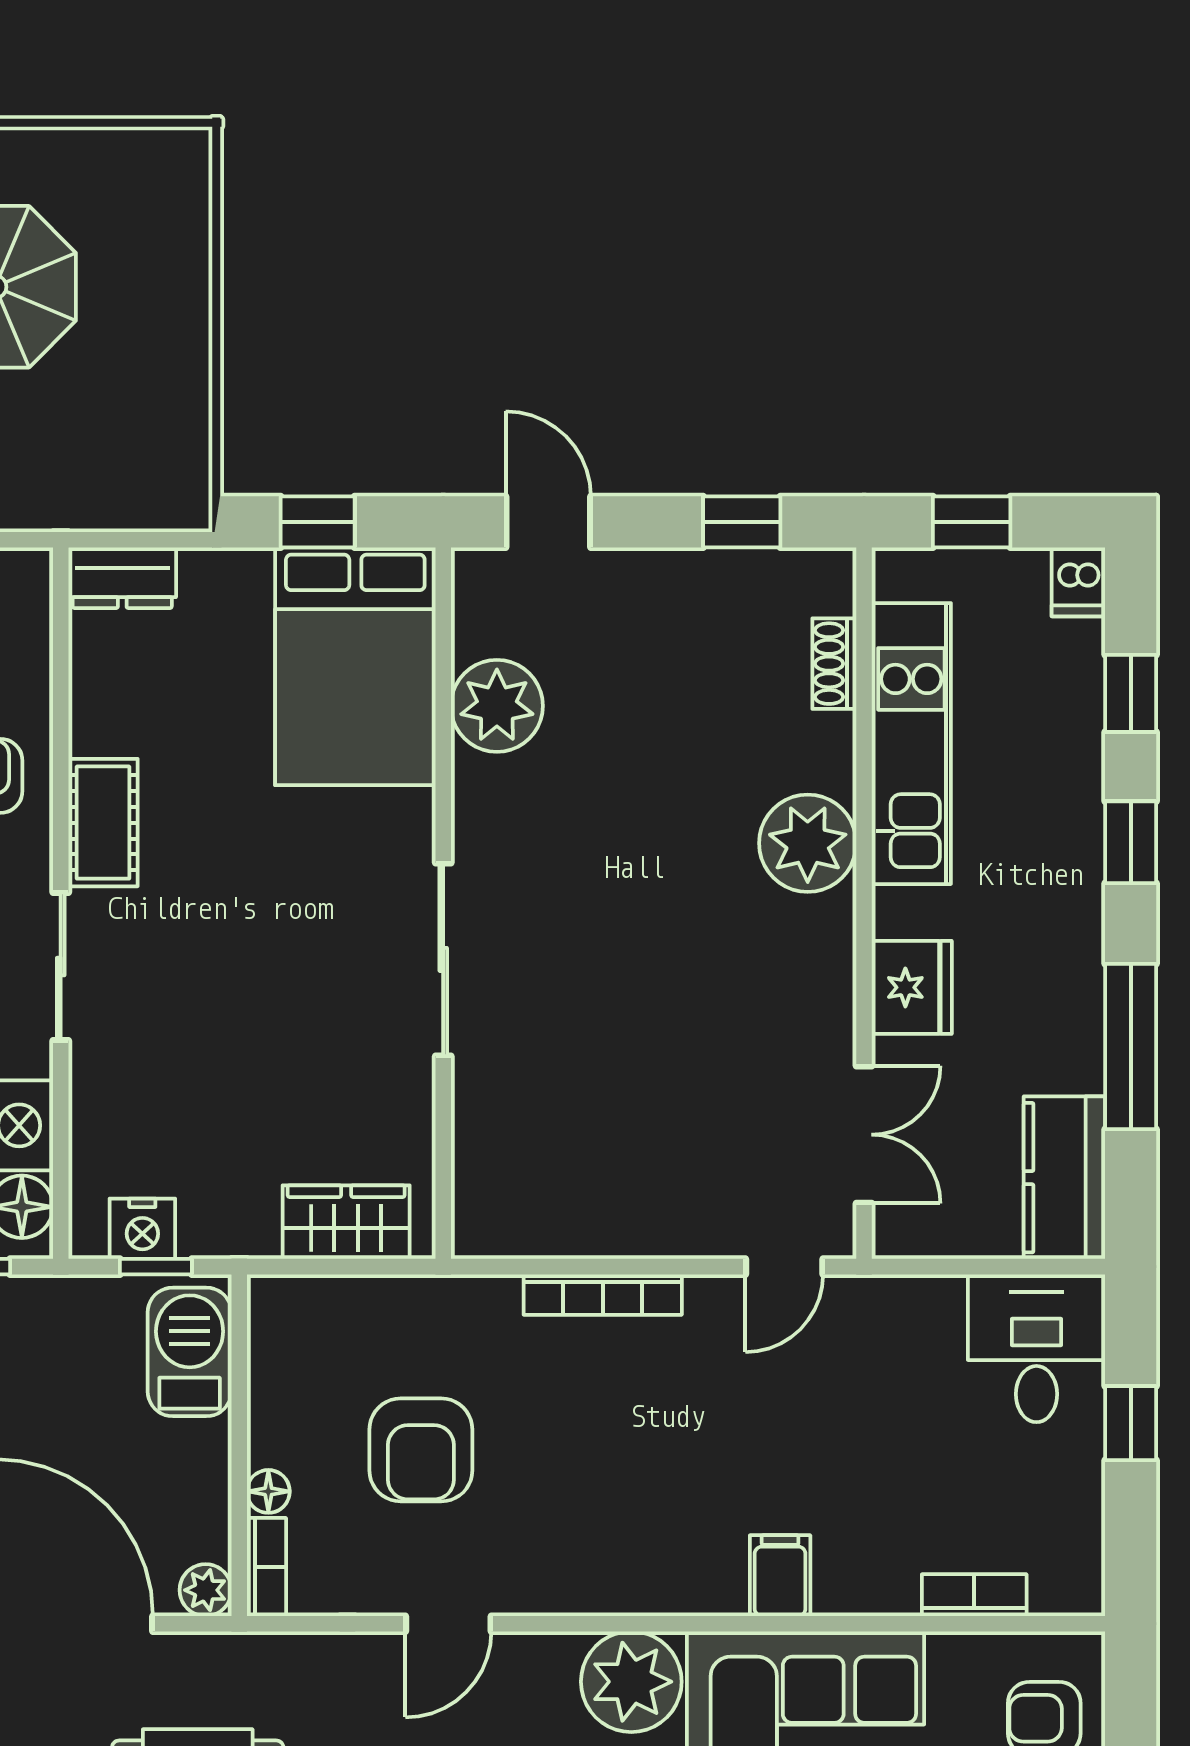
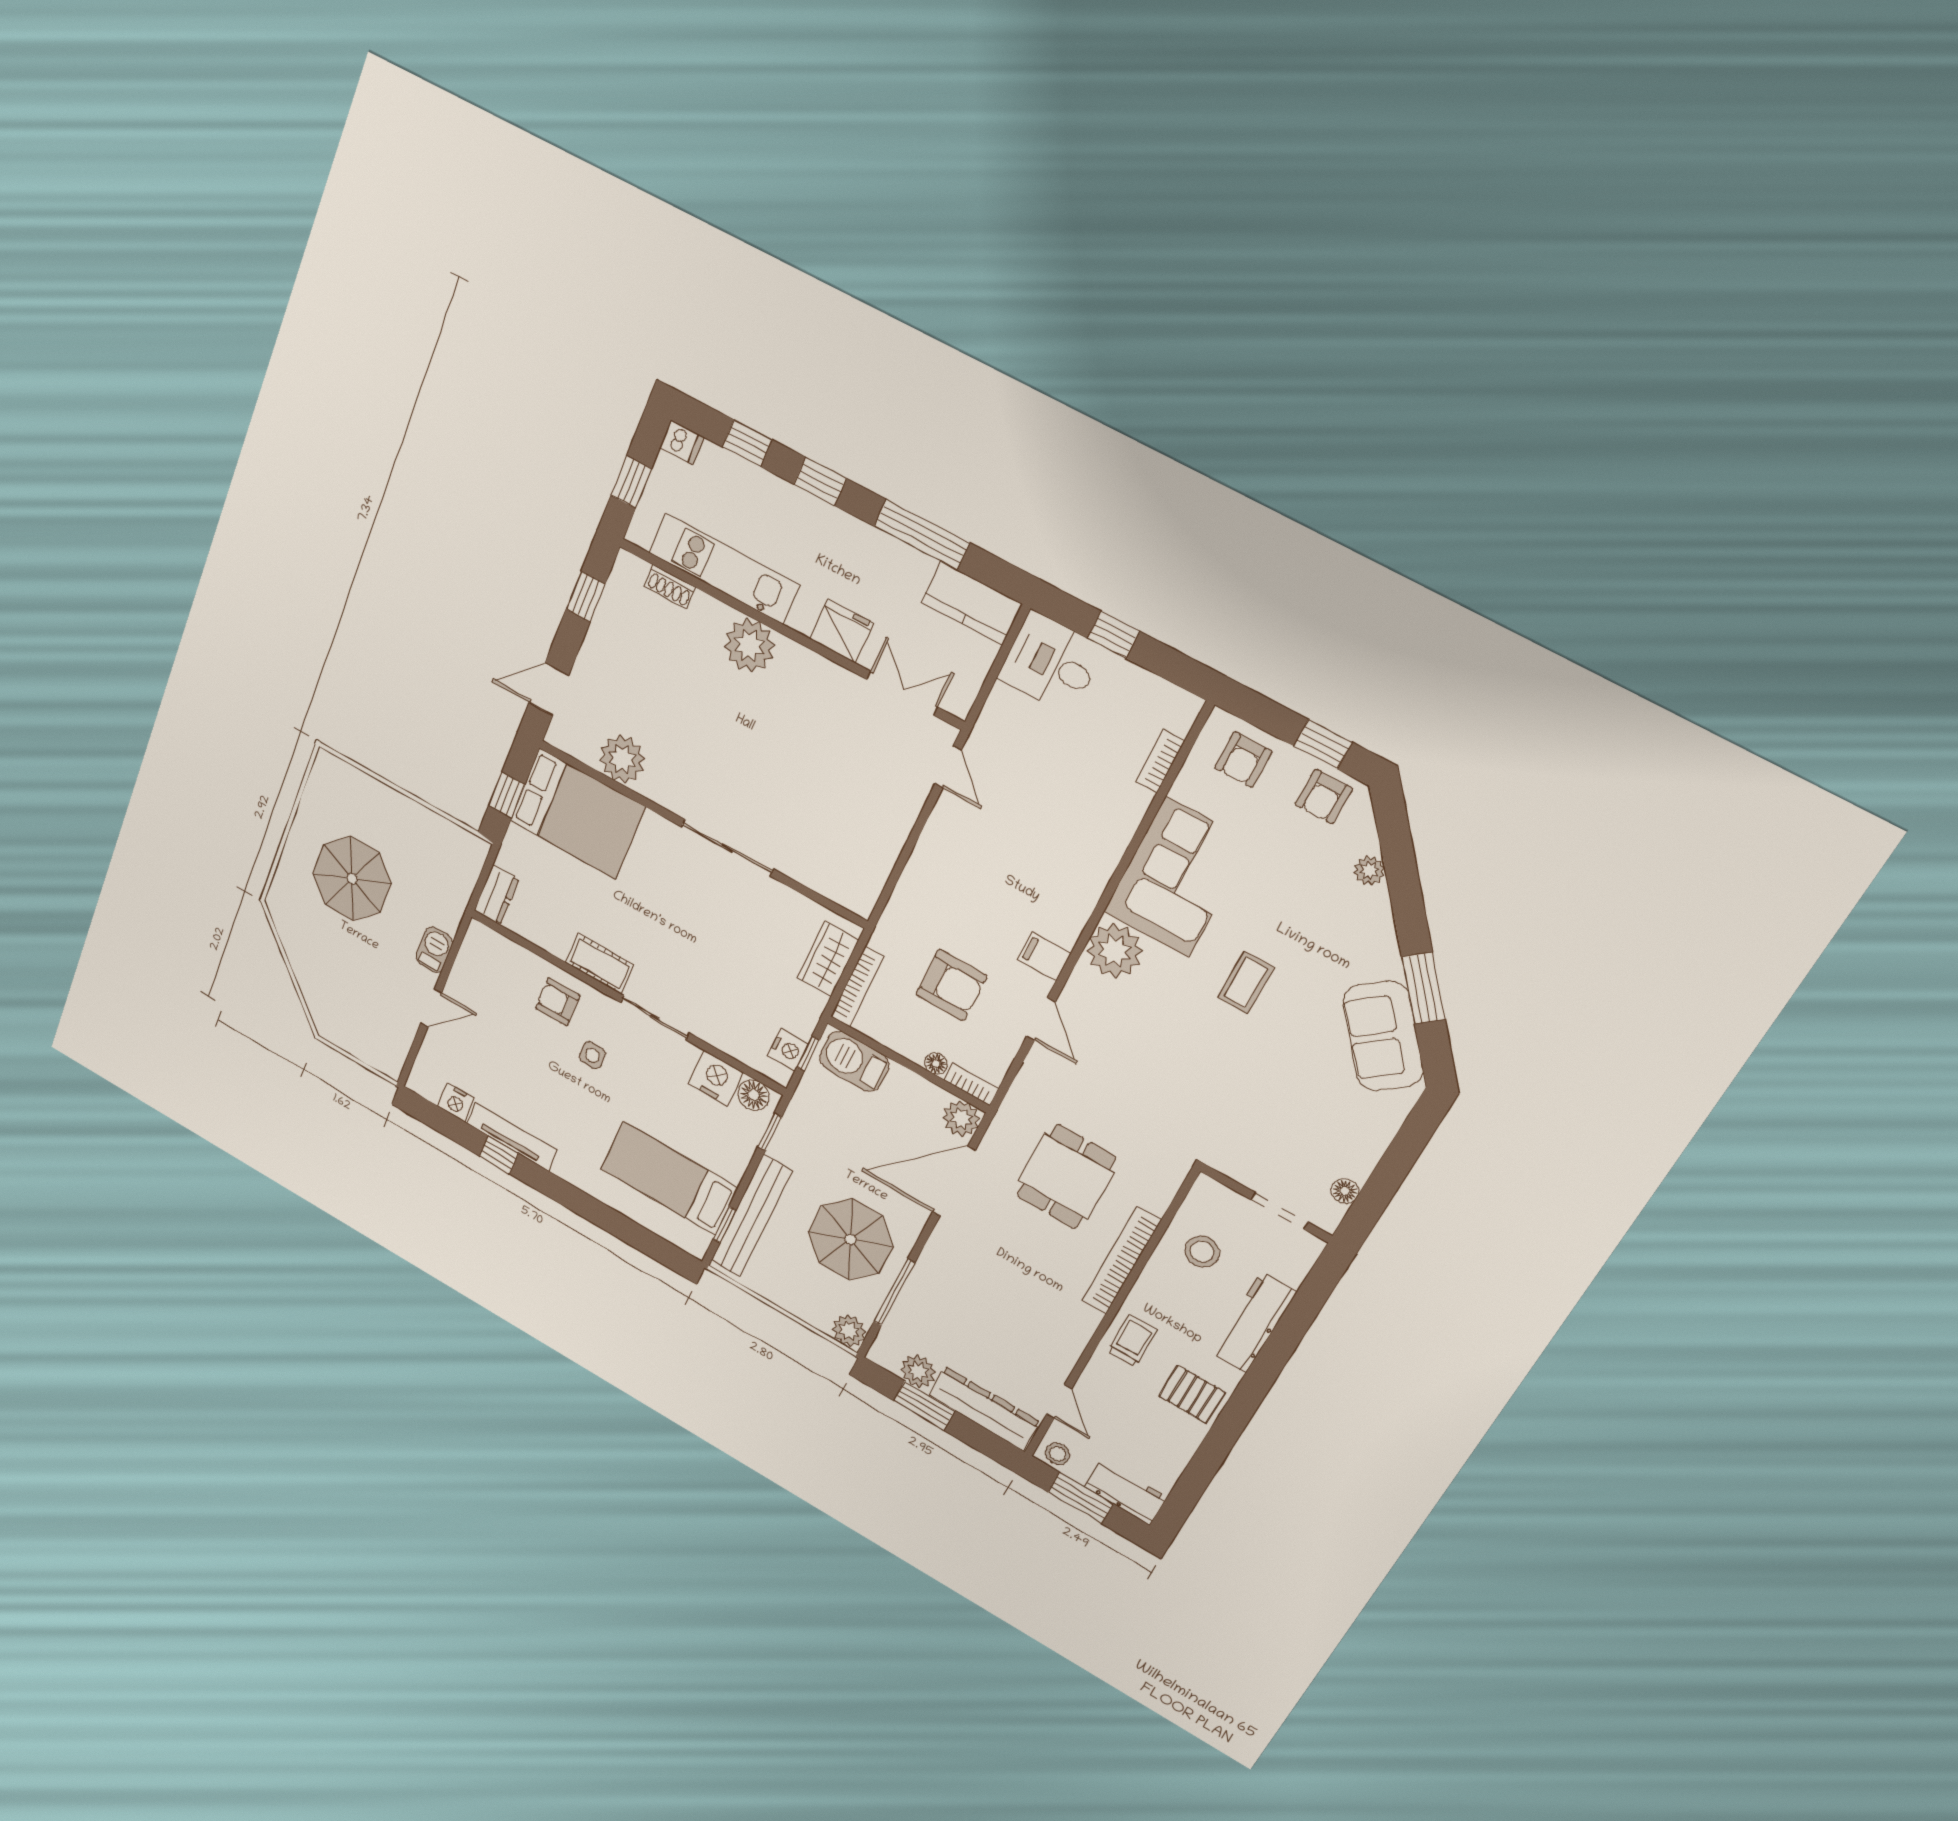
bookcase: (603, 1295) -> (857, 987), moved
filing cabinet: (780, 1576) -> (1044, 957), moved
plant: (206, 1590) -> (961, 1118), width x1.38, depth x1.38

